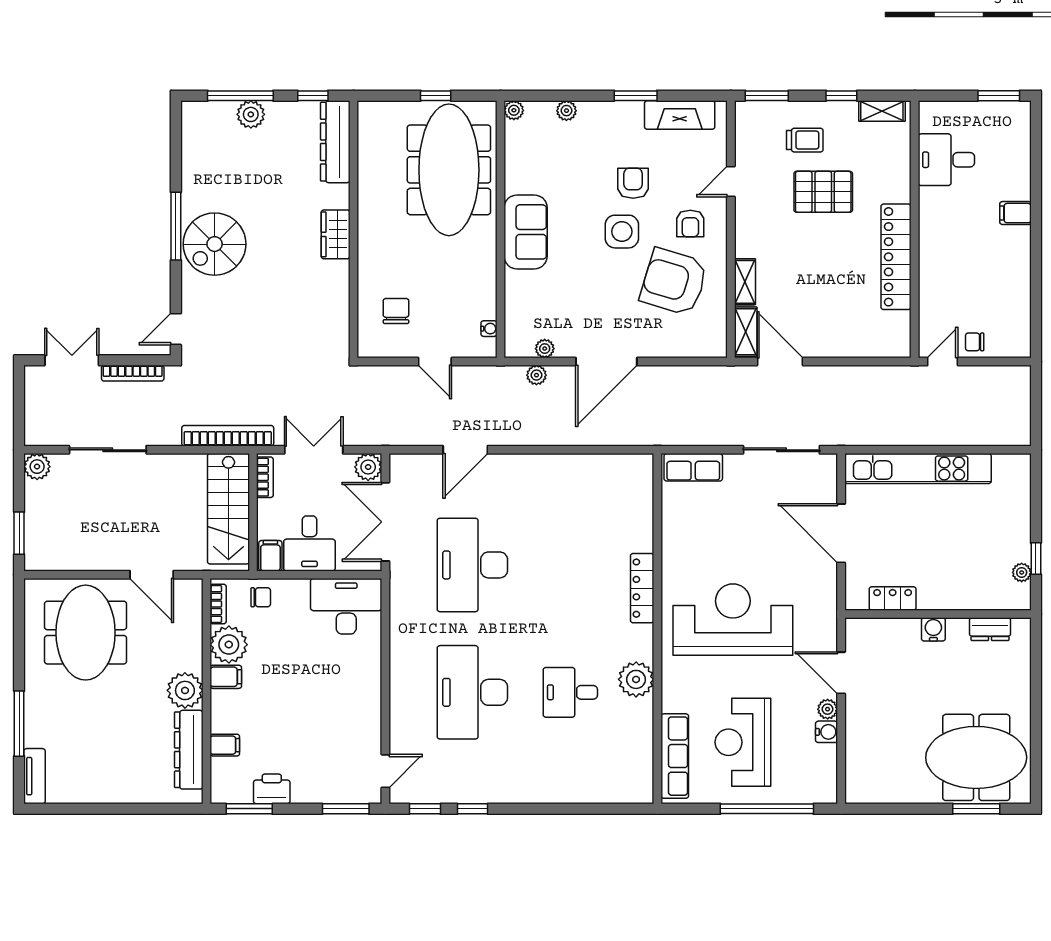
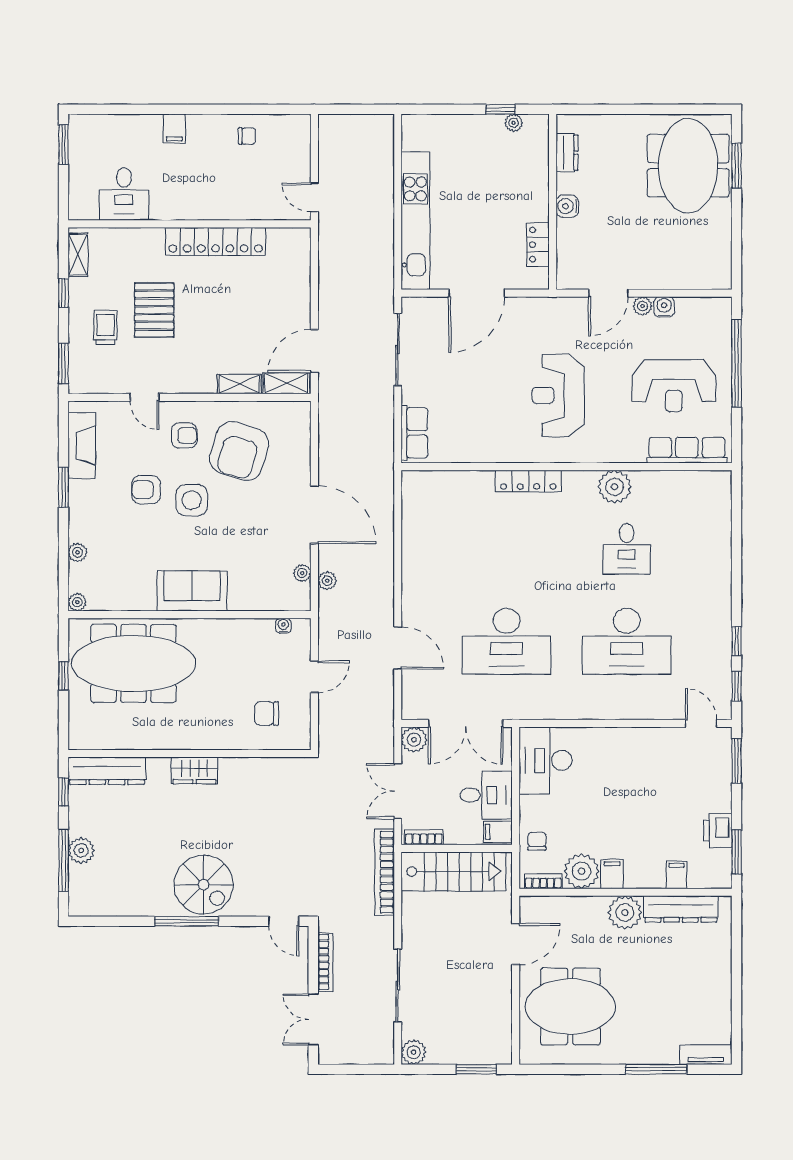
chair: (975, 342) -> (247, 136), moved, turned -90
reception desk: (733, 620) -> (558, 395), width x0.74, depth x0.77

